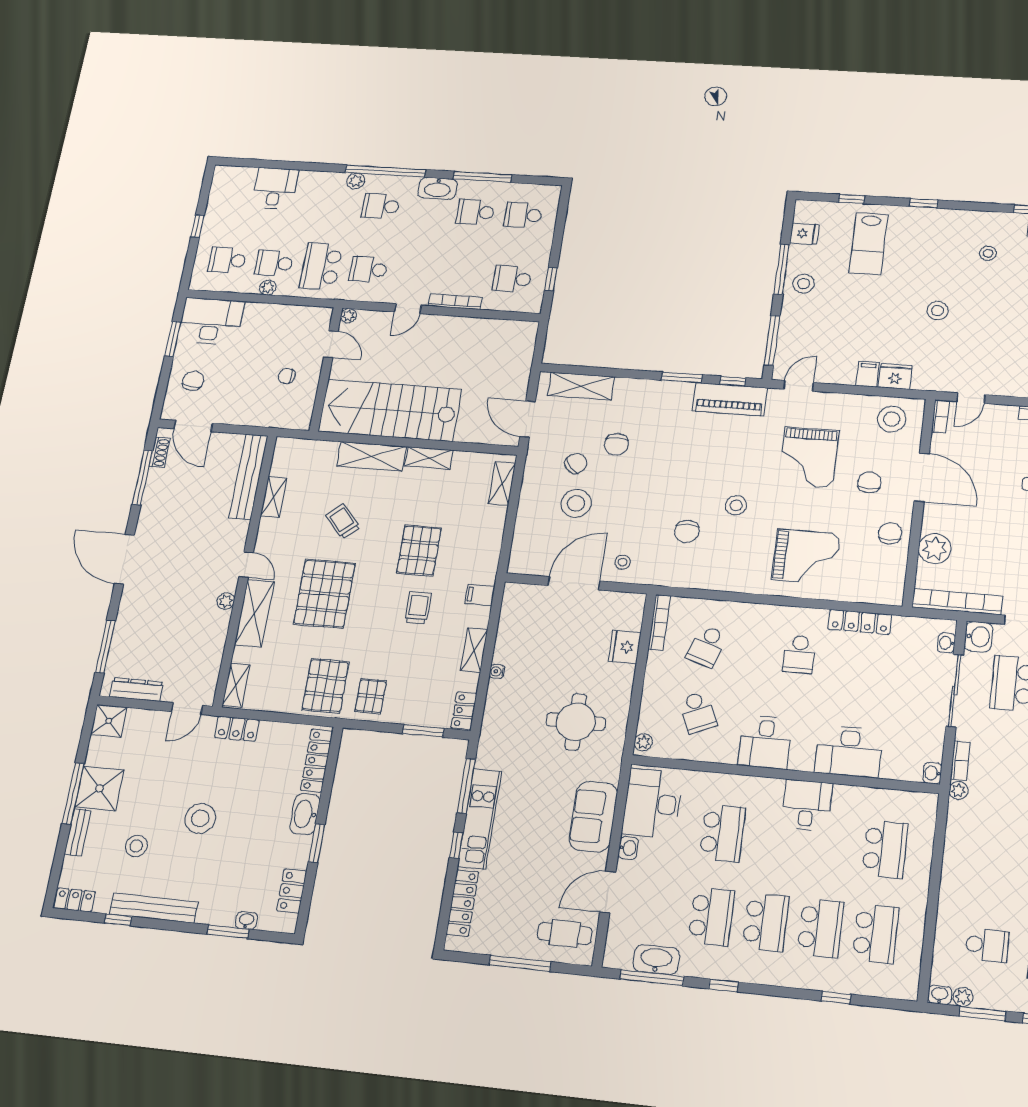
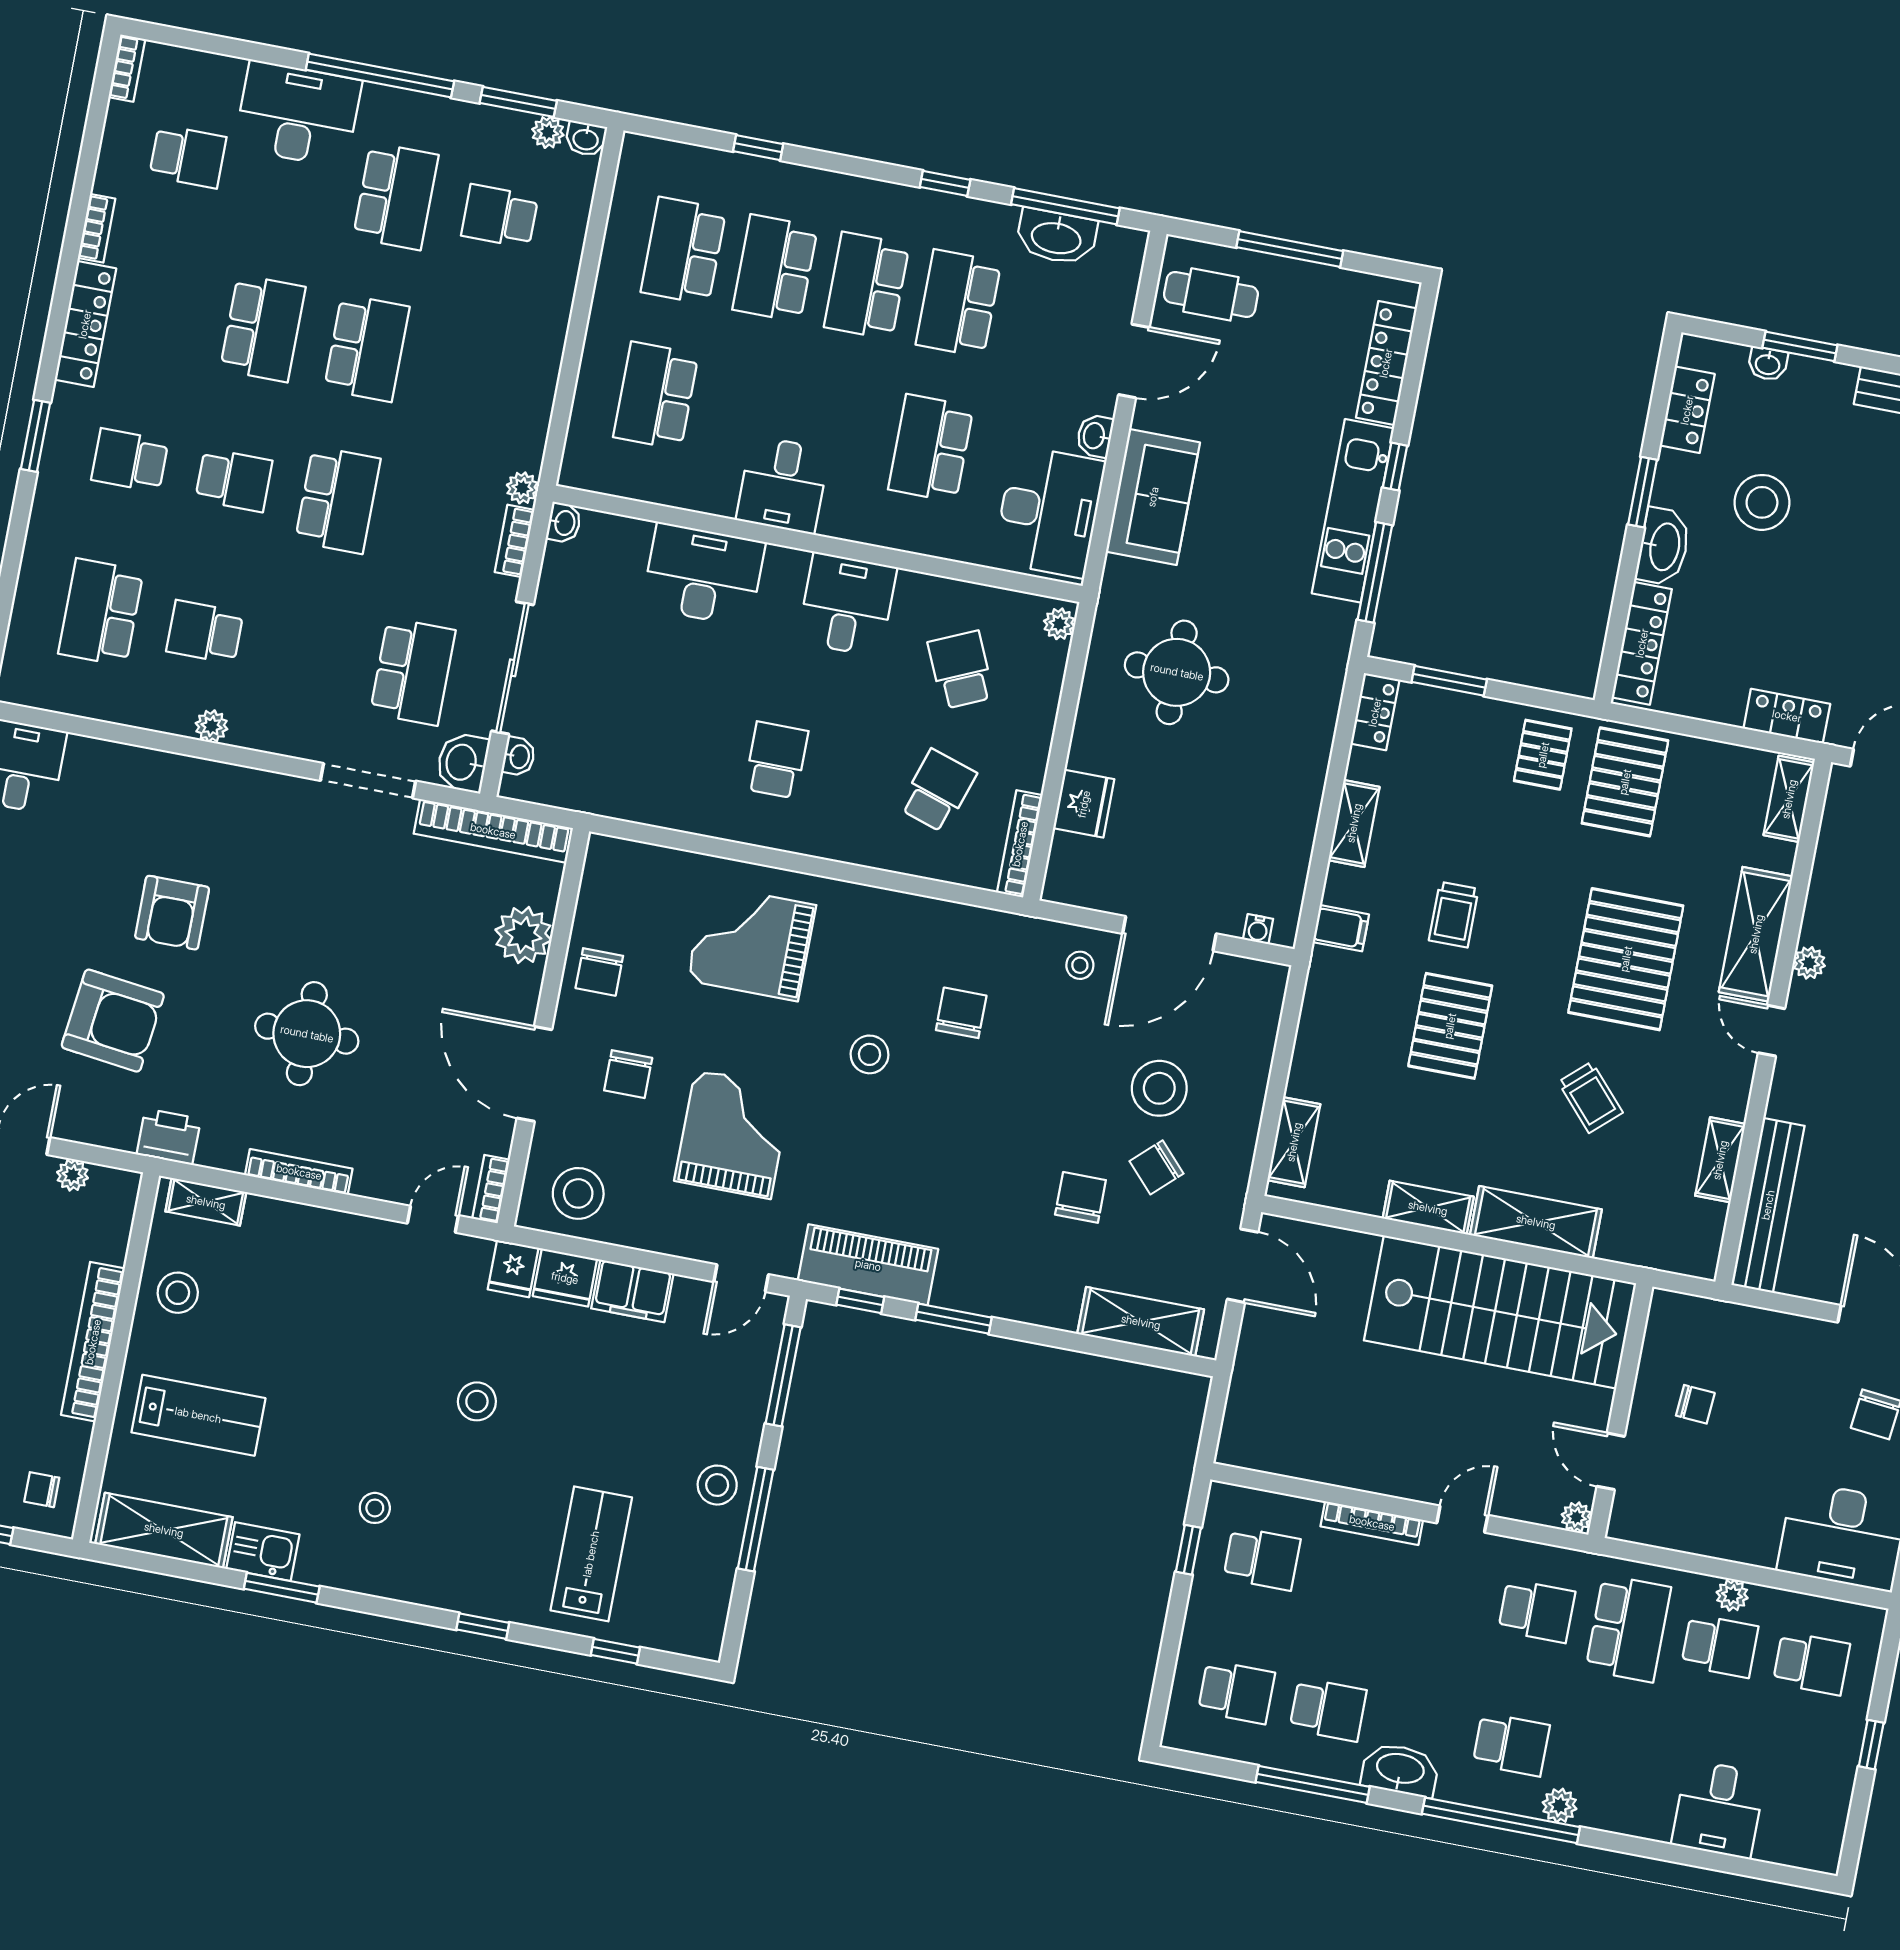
fridge: (804, 234) -> (513, 1269), moved, turned -90
filing cabinet: (868, 374) -> (632, 1291), width x2.00
locker: (860, 622) -> (666, 810), removed
water cooler: (497, 671) -> (1258, 929), moved, turned 90
stool: (200, 818) -> (1762, 502), moved

